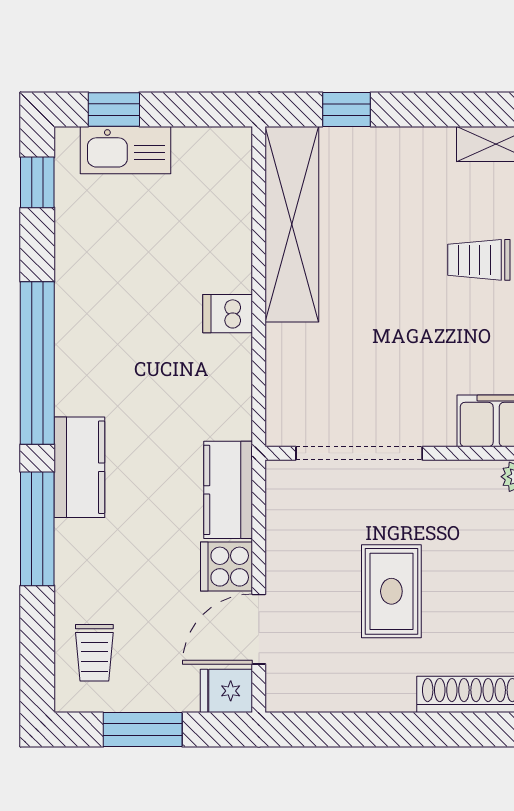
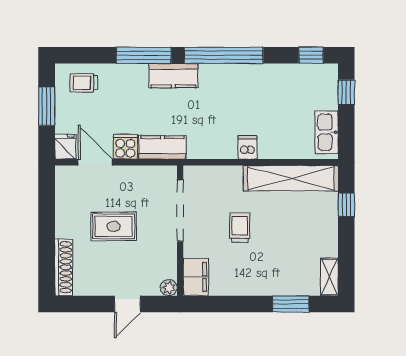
kitchen sink: (125, 150) -> (327, 132), moved
trolley: (479, 260) -> (240, 228), moved

